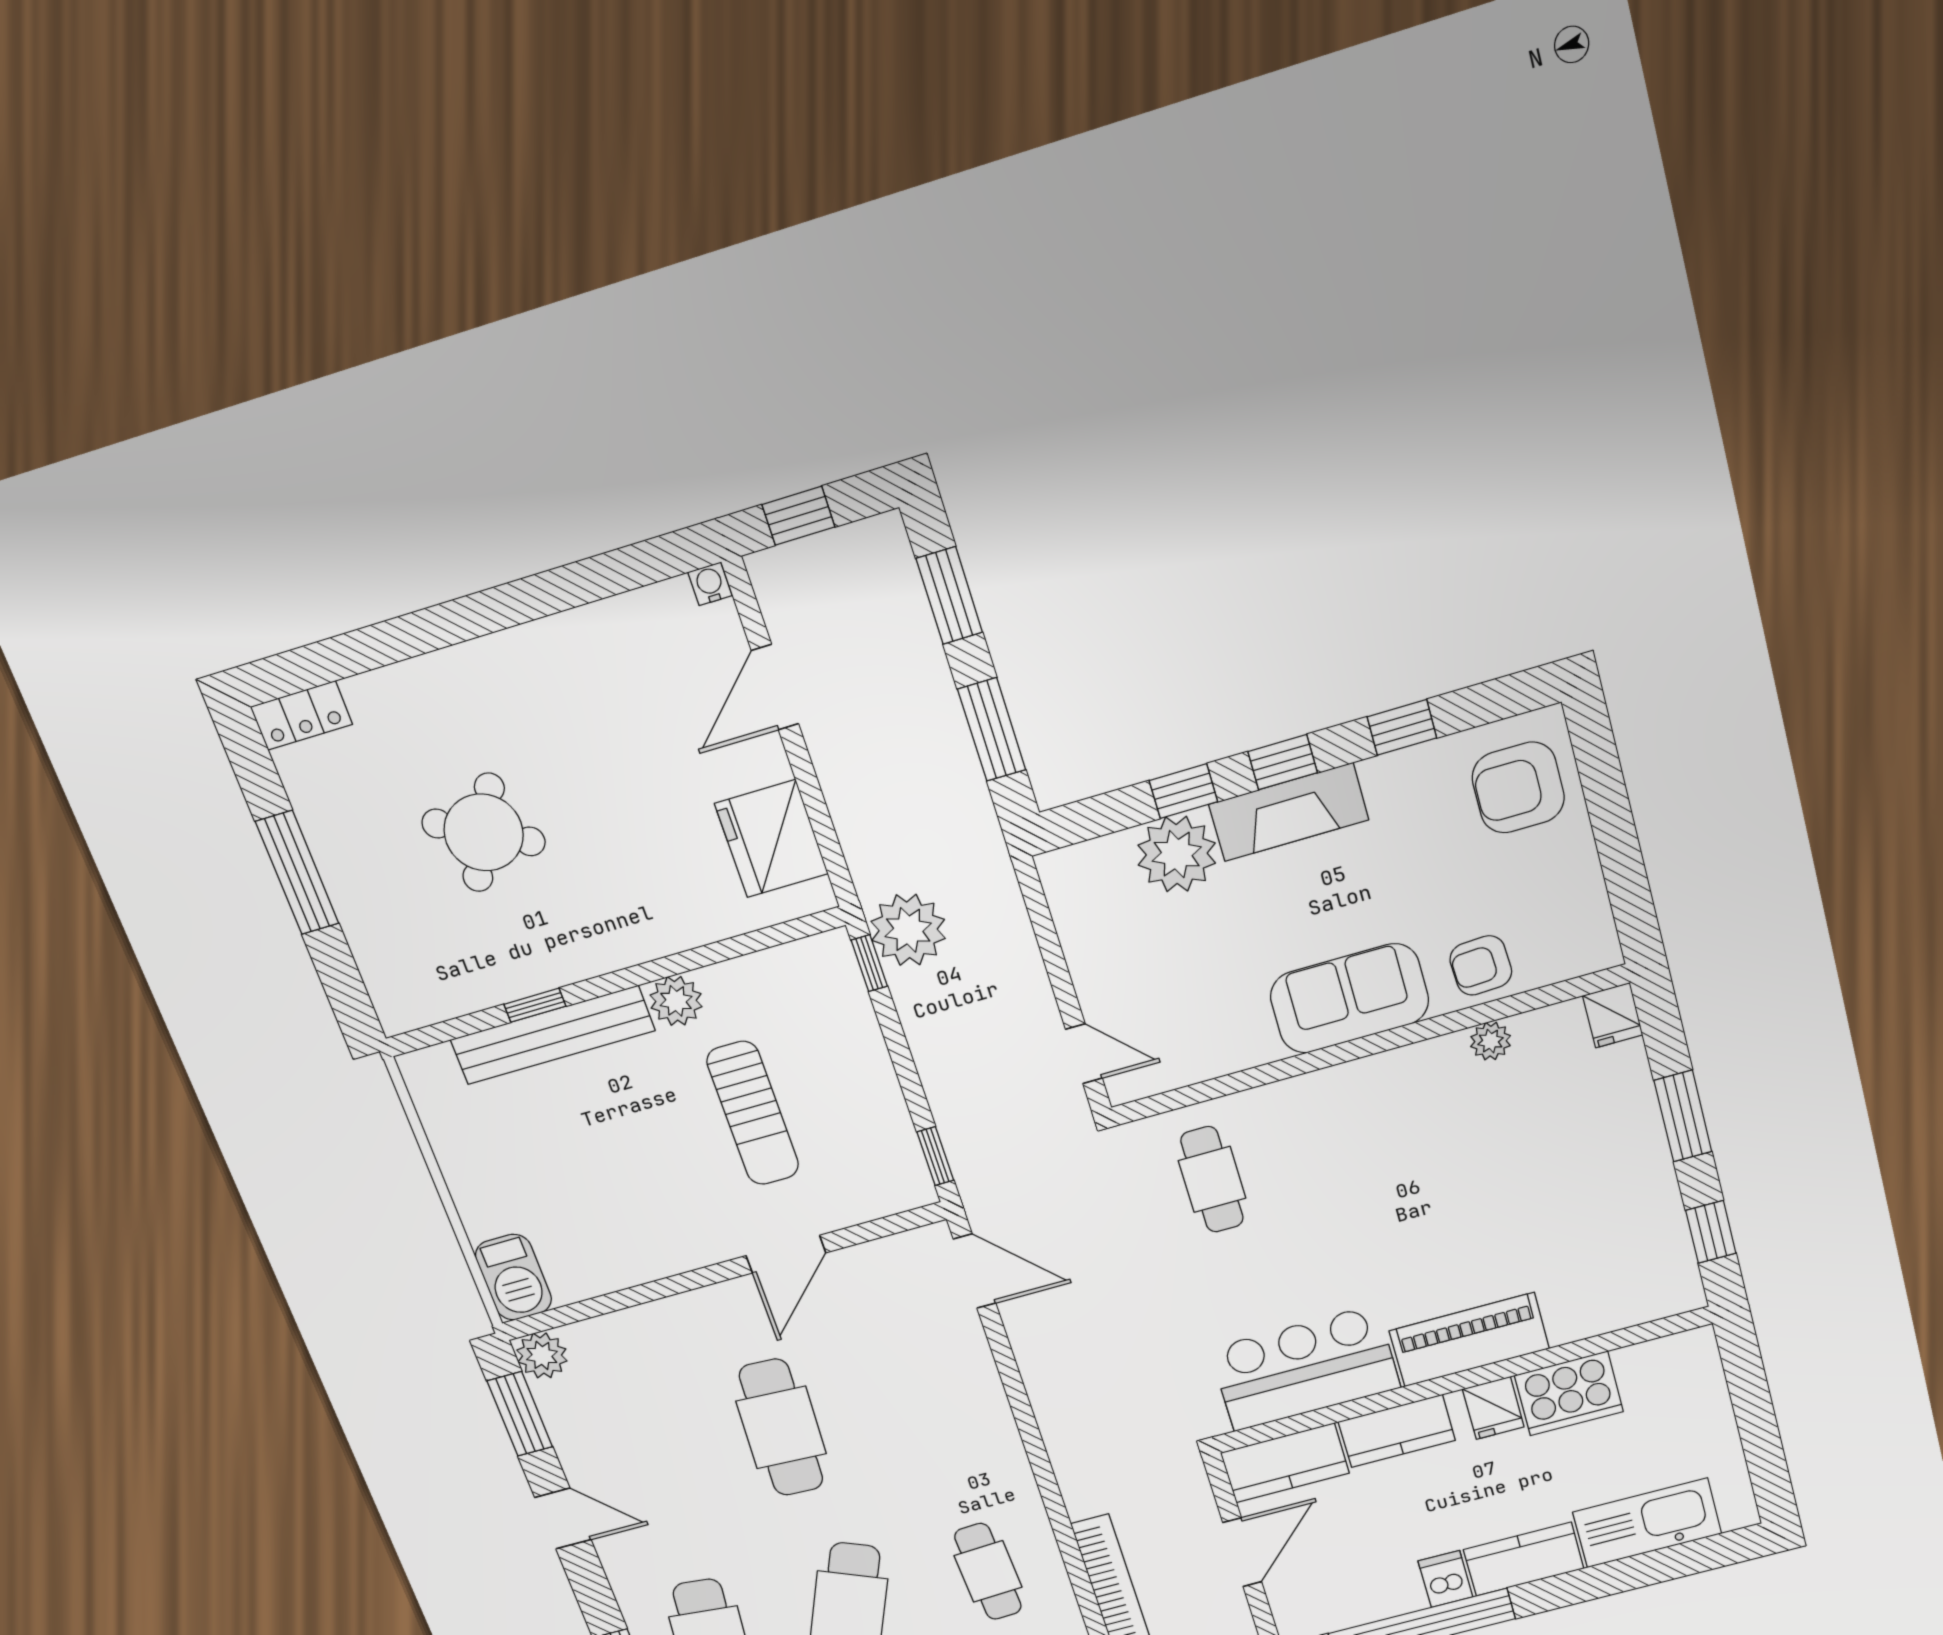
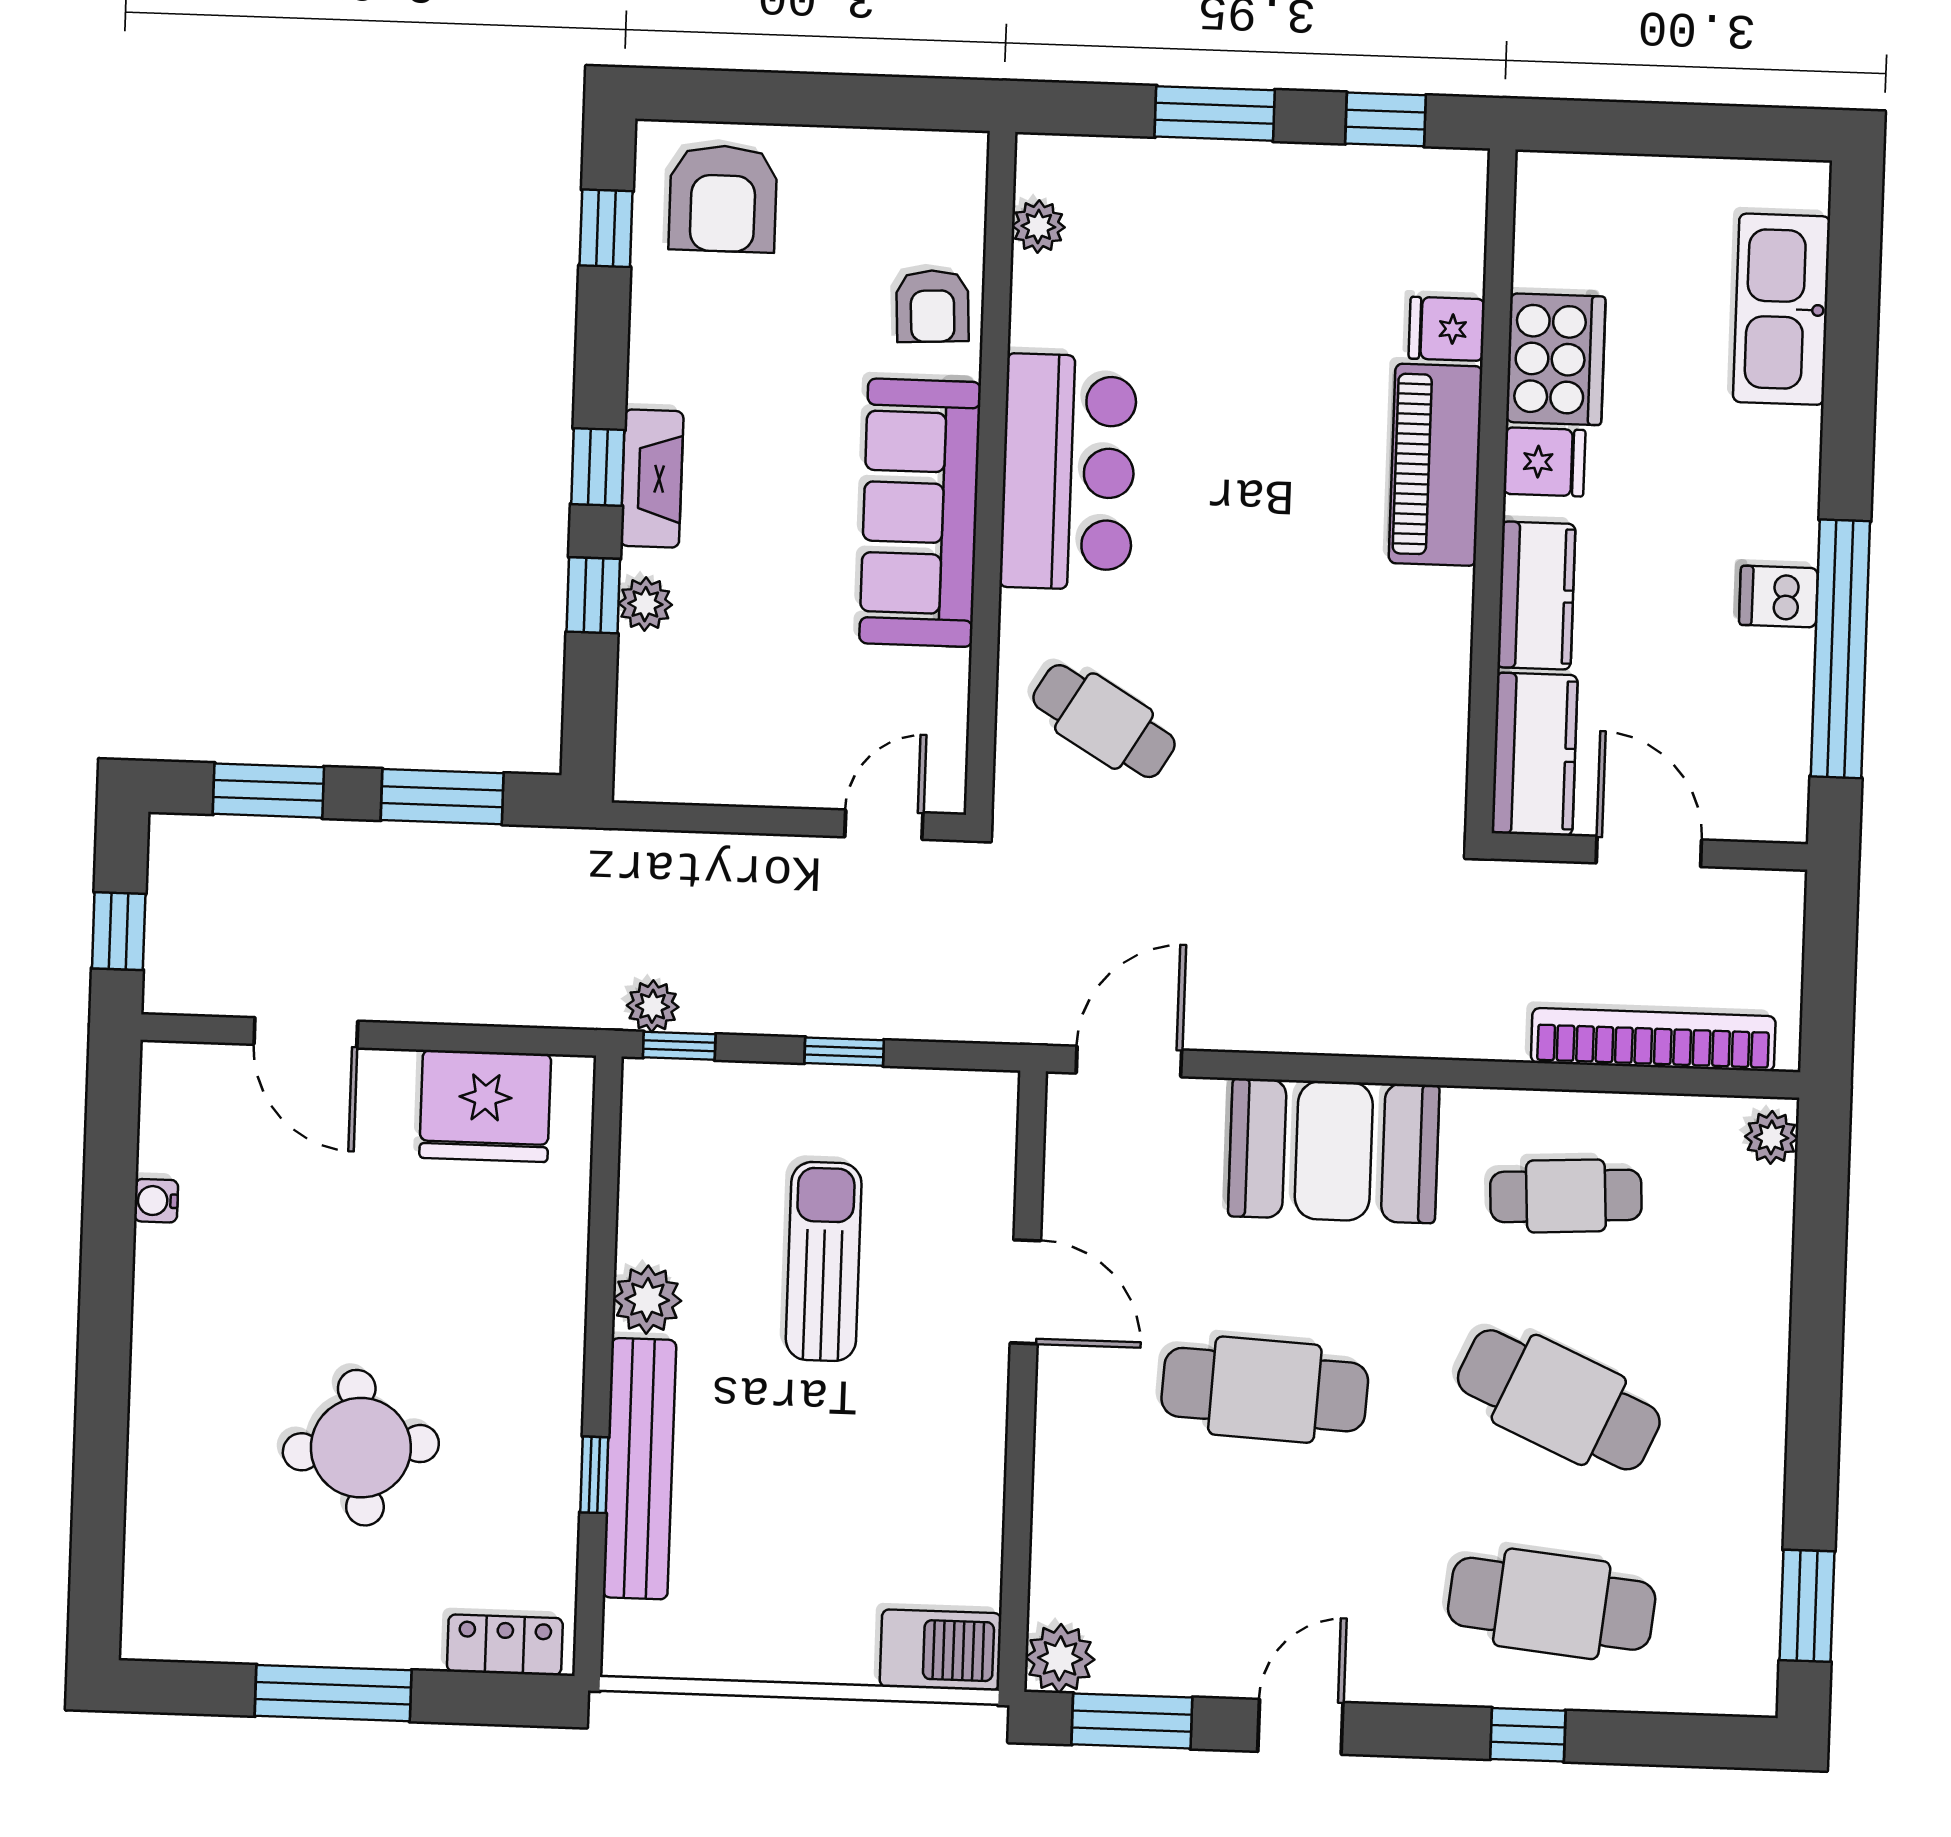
water cooler: (710, 584) -> (156, 1201), moved
locker: (301, 716) -> (505, 1645), moved, turned -90
window: (1402, 727) -> (606, 228), moved
fireplace: (1289, 812) -> (652, 479), width x0.73, depth x0.76
round table: (484, 832) -> (361, 1448), turned -34
plant: (1177, 854) -> (645, 604), width x0.53, depth x0.53
plant: (908, 930) -> (653, 1006), width x0.53, depth x0.53
sofa: (1350, 998) -> (920, 513), width x1.36
fridge: (1613, 1015) -> (1447, 329), moved, turned 180
plant: (1491, 1041) -> (1038, 226), moved
sun lounger: (753, 1113) -> (824, 1261), turned -90
window: (935, 1156) -> (844, 1052), moved
cafe table: (1212, 1179) -> (1104, 721), turned 31
bar counter: (1305, 1368) -> (1068, 472), moved, turned 180
booth: (963, 1421) -> (1334, 1151), added
kitchen counter: (1524, 1559) -> (1783, 485), removed

